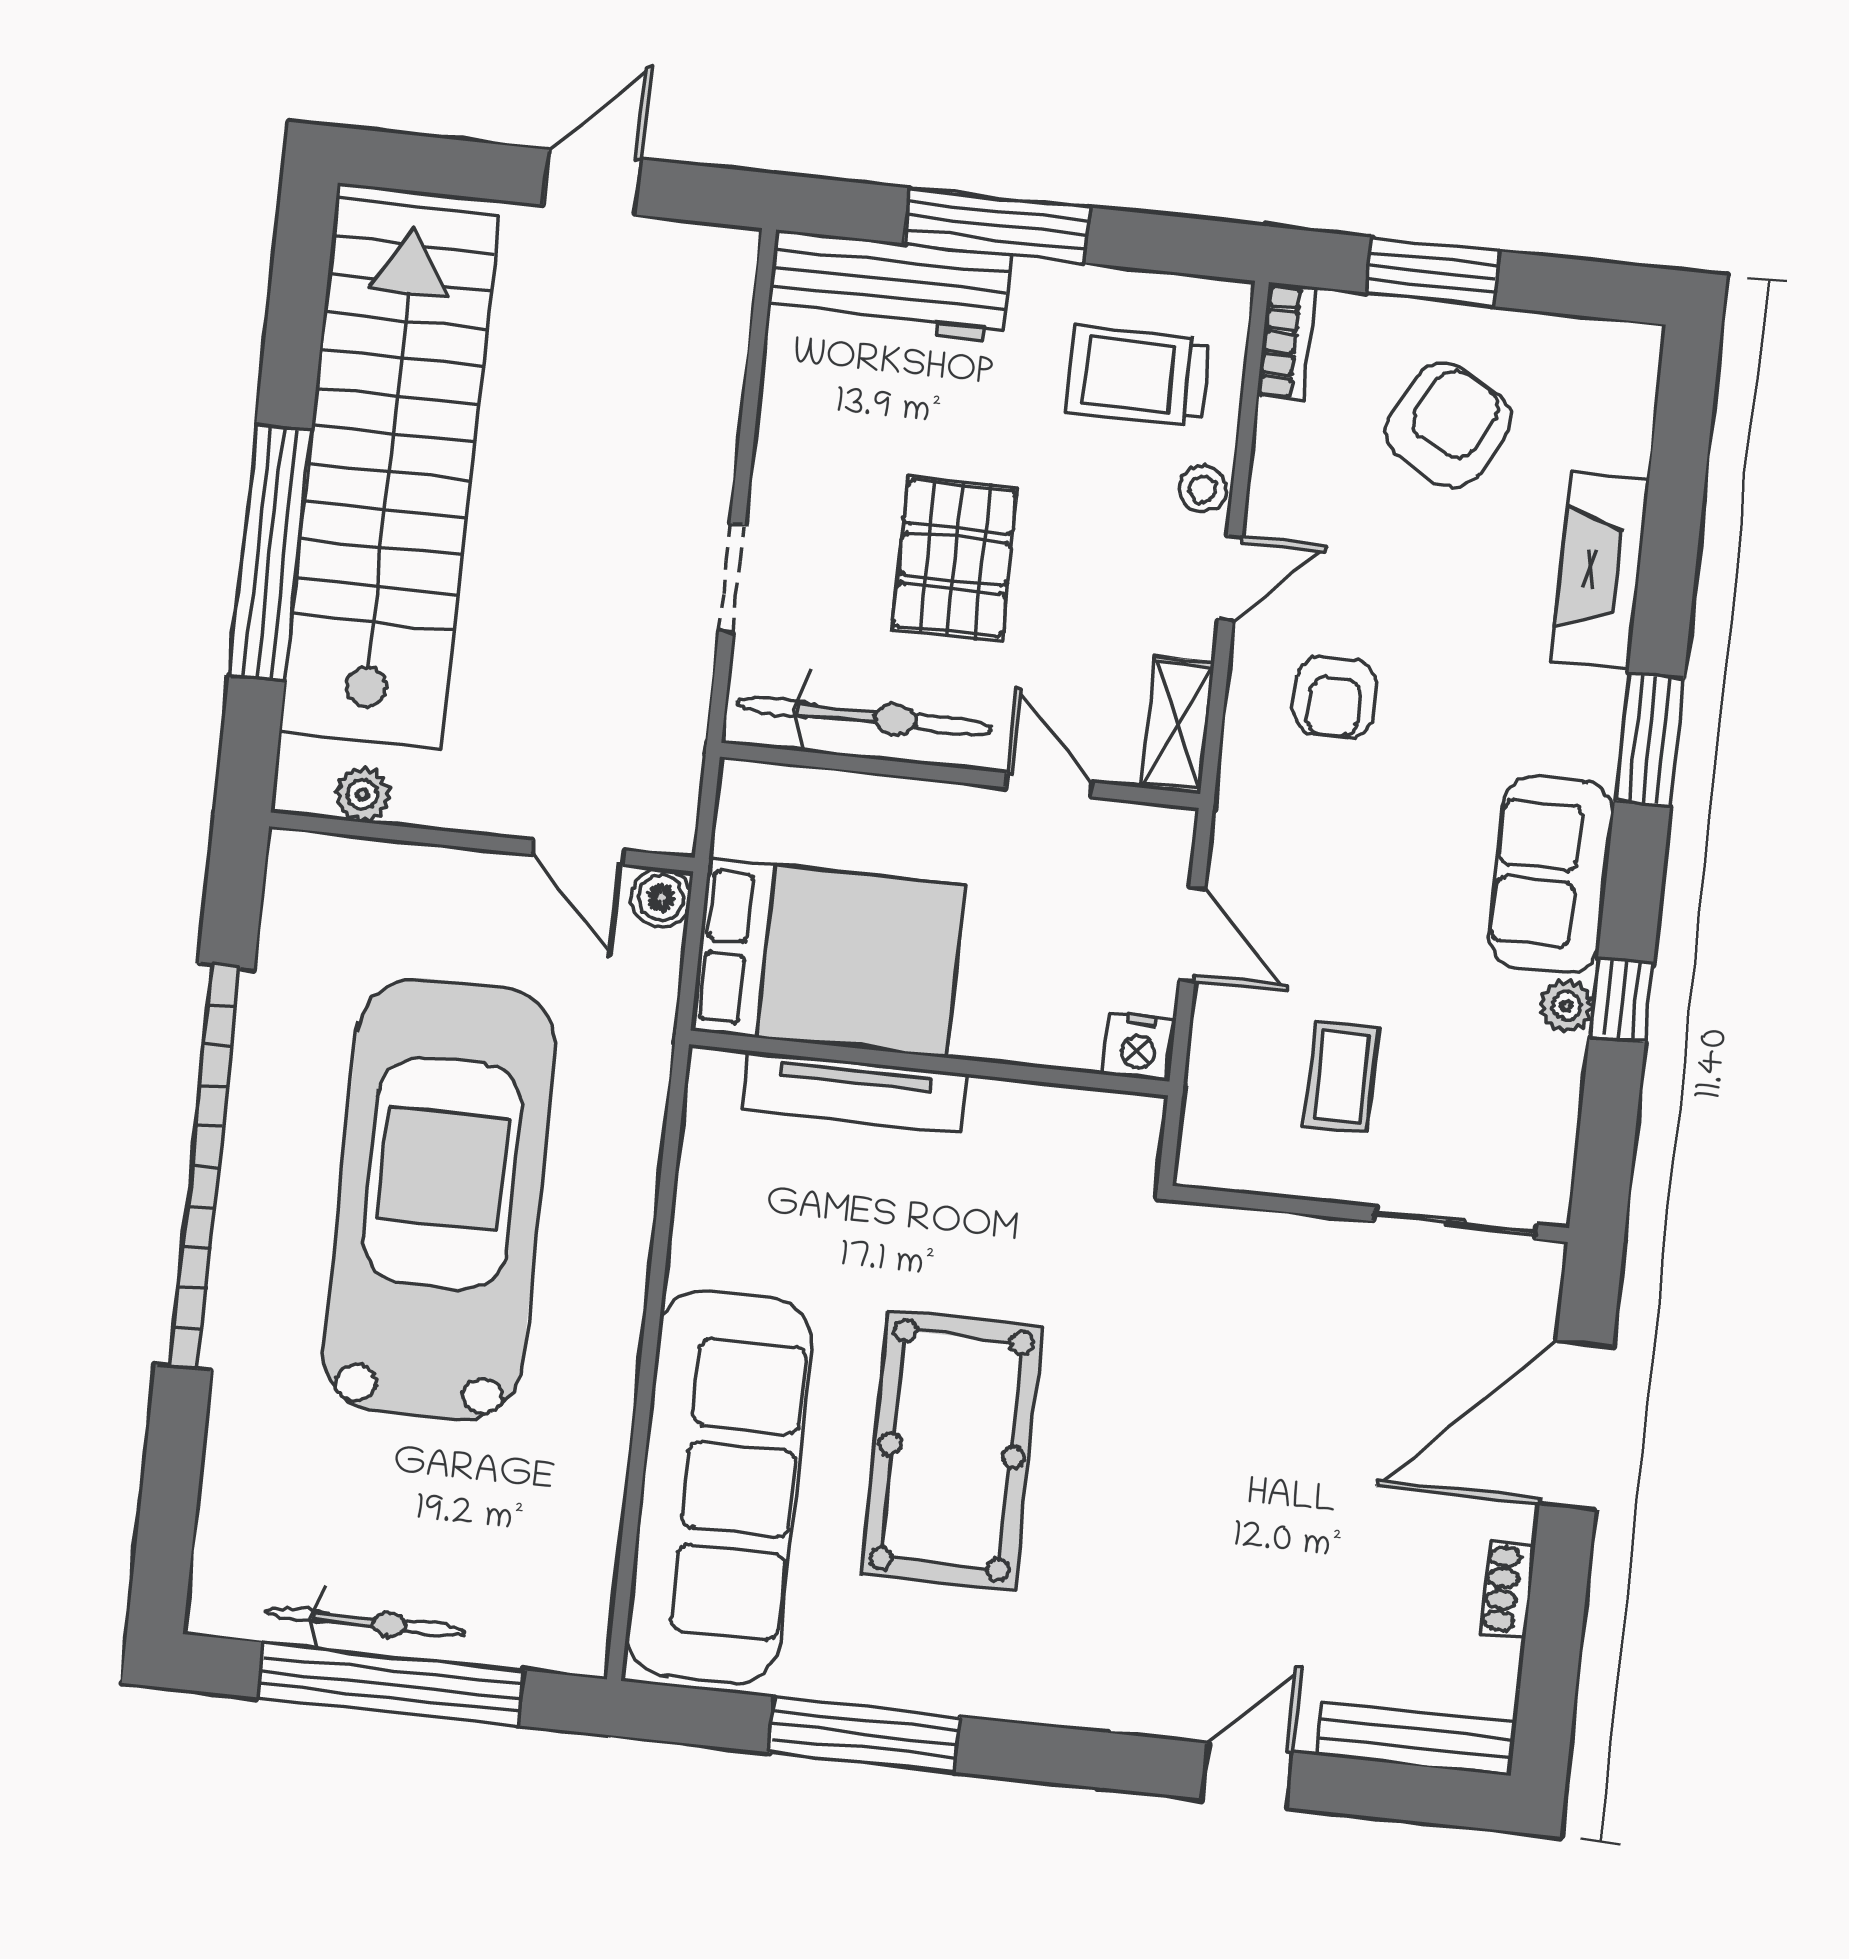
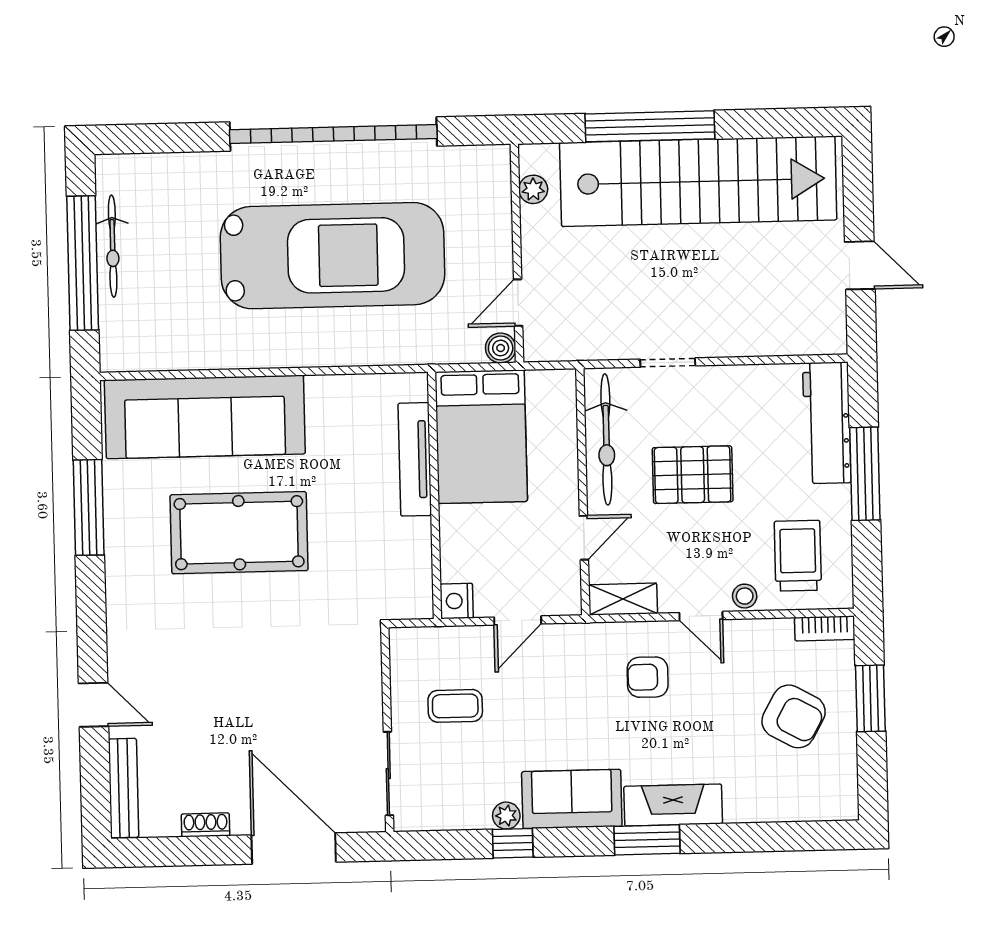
fireplace: (1600, 570) -> (673, 805), moved

